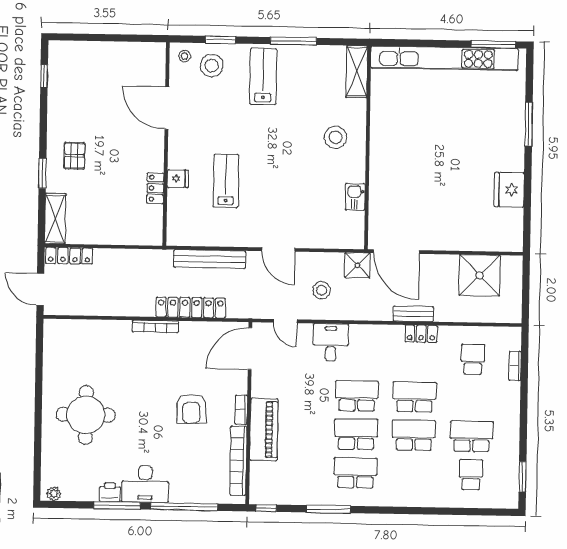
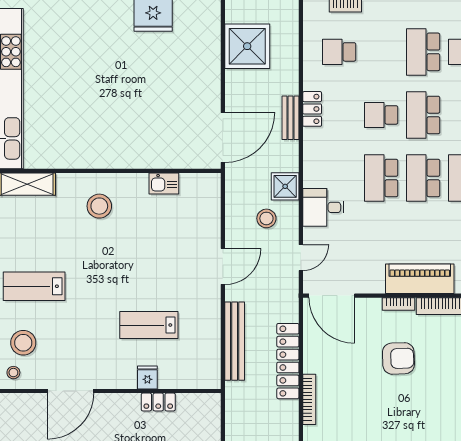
shower: (357, 265) -> (285, 186), moved
school desk: (414, 397) -> (381, 115), width x0.54

